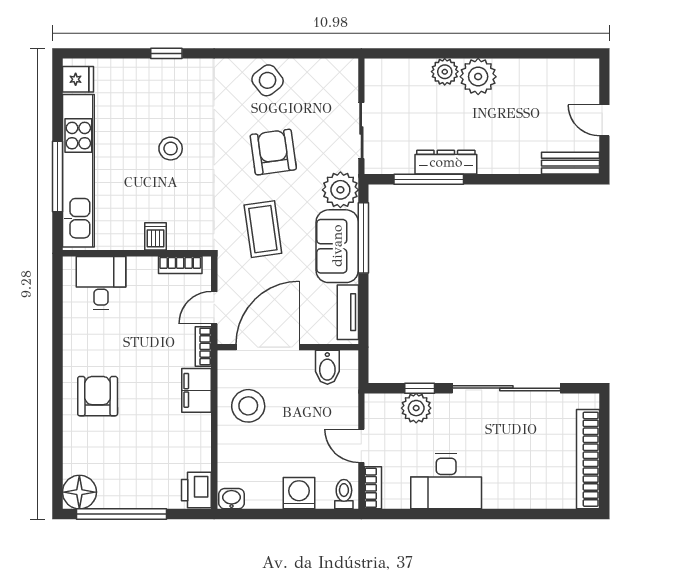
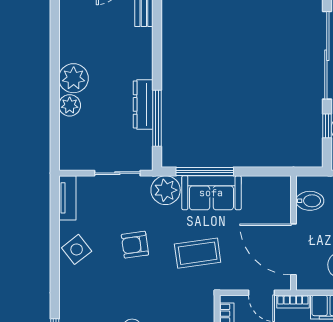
armchair: (273, 152) -> (135, 245), width x0.72, depth x0.72
tv unit: (348, 312) -> (67, 198), moved, turned -90

